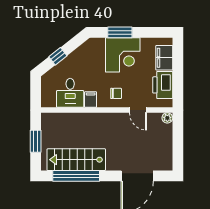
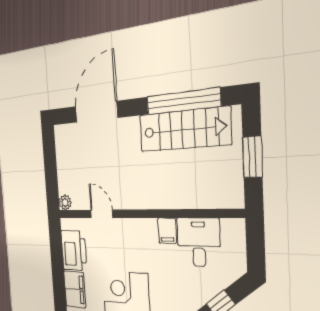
chair: (116, 93) -> (132, 240), removed

